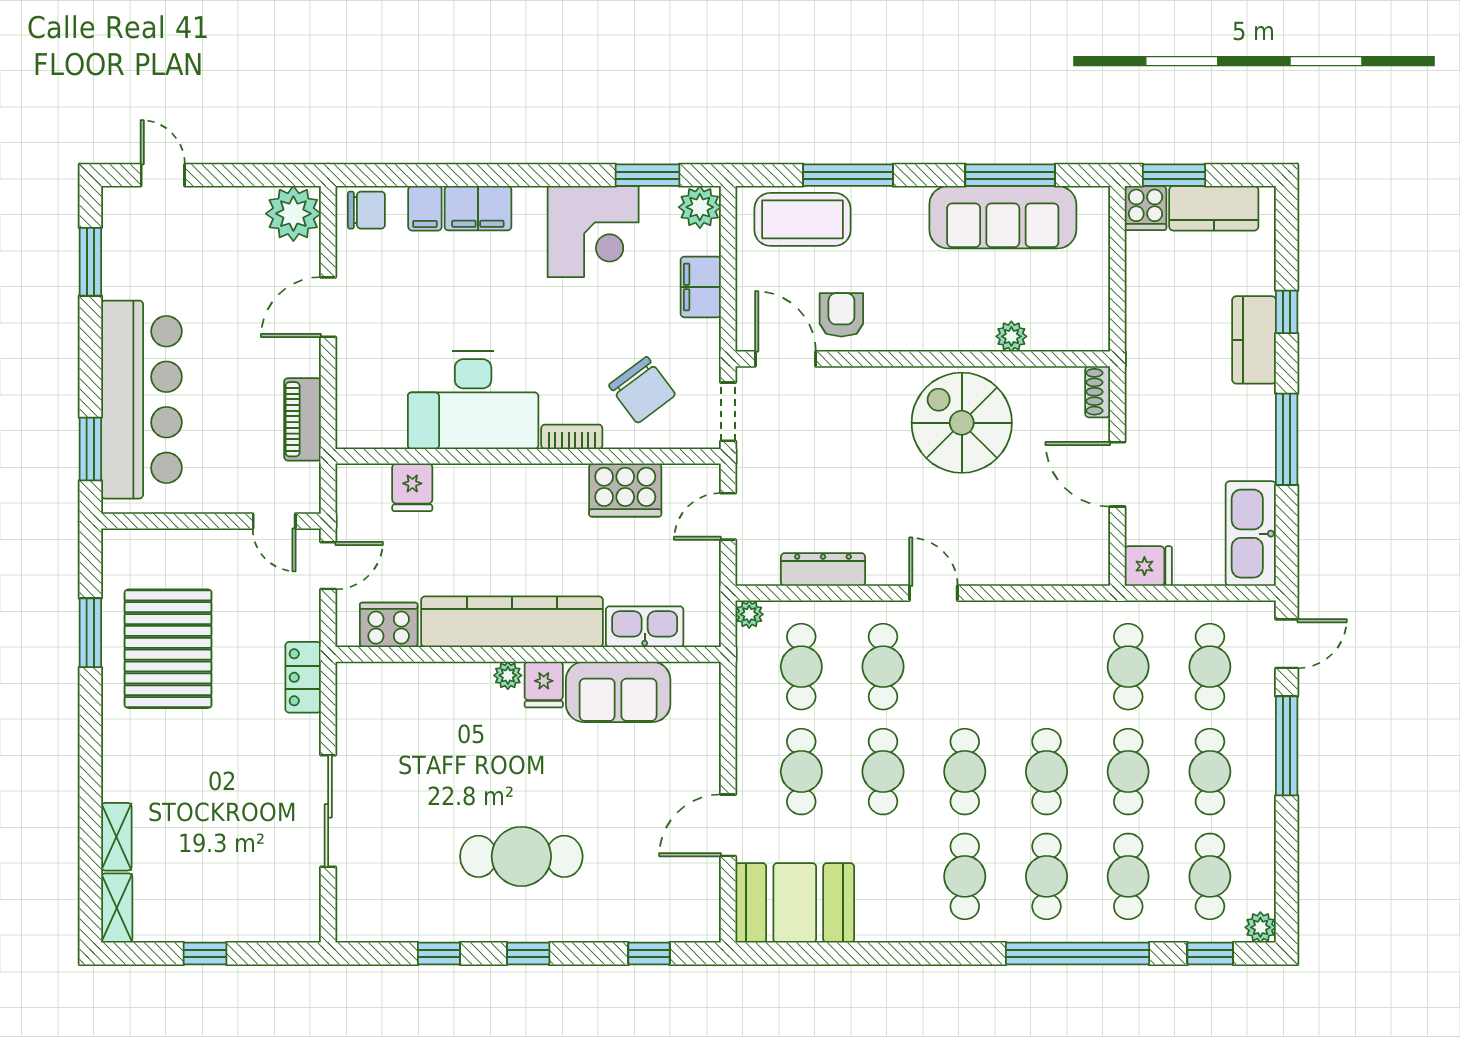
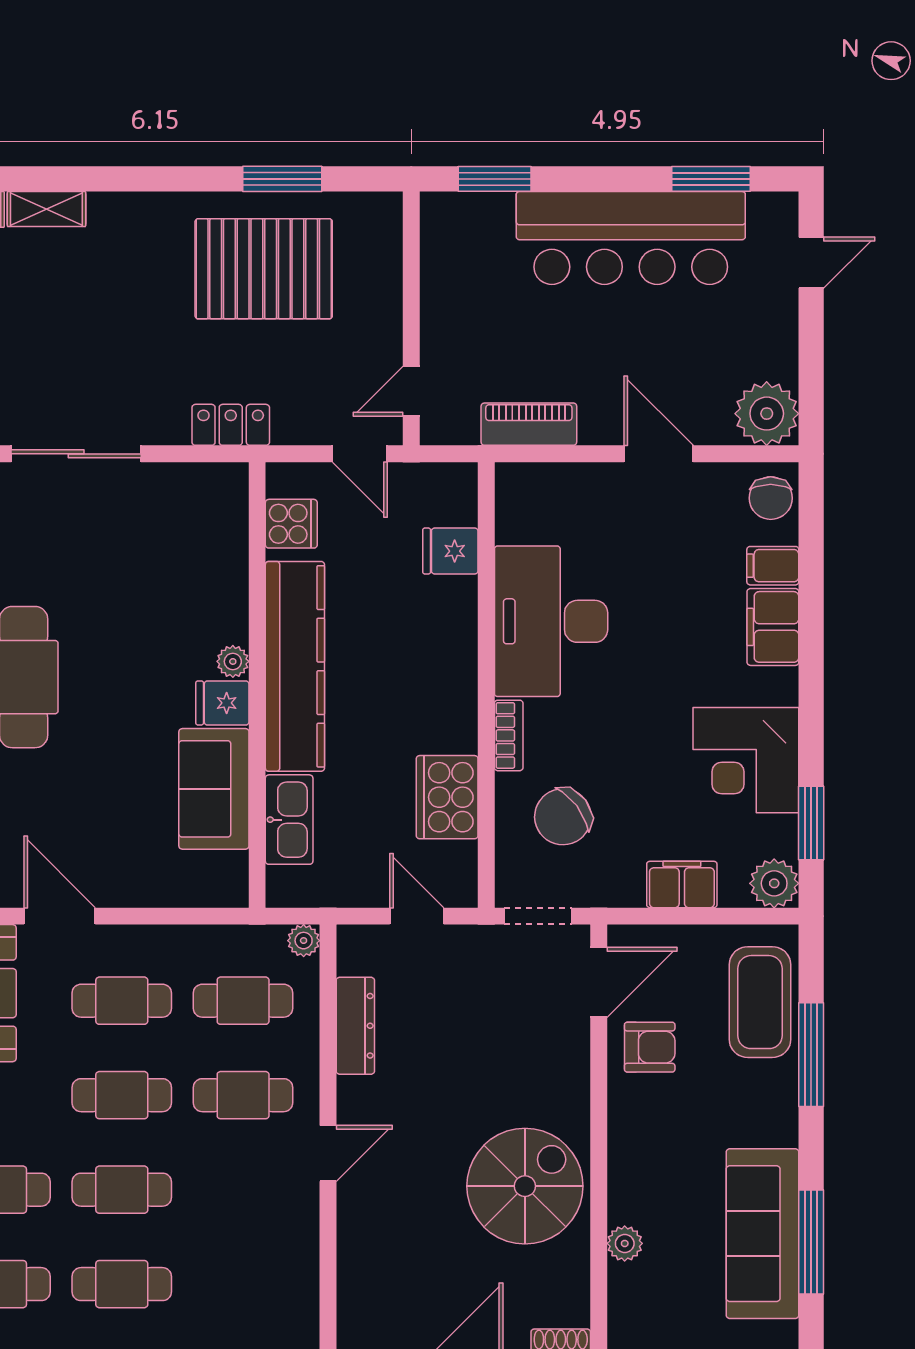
bar counter: (141, 400) -> (631, 238), moved
cooker: (389, 625) -> (291, 524), width x0.73

